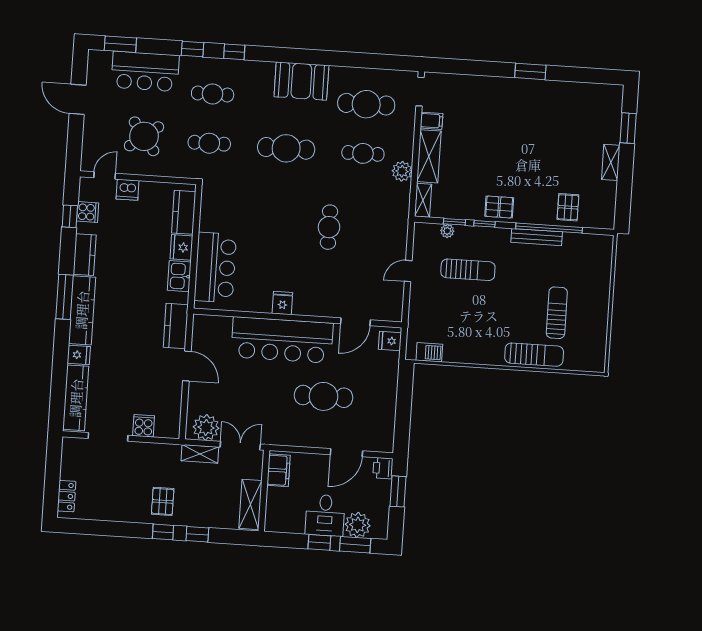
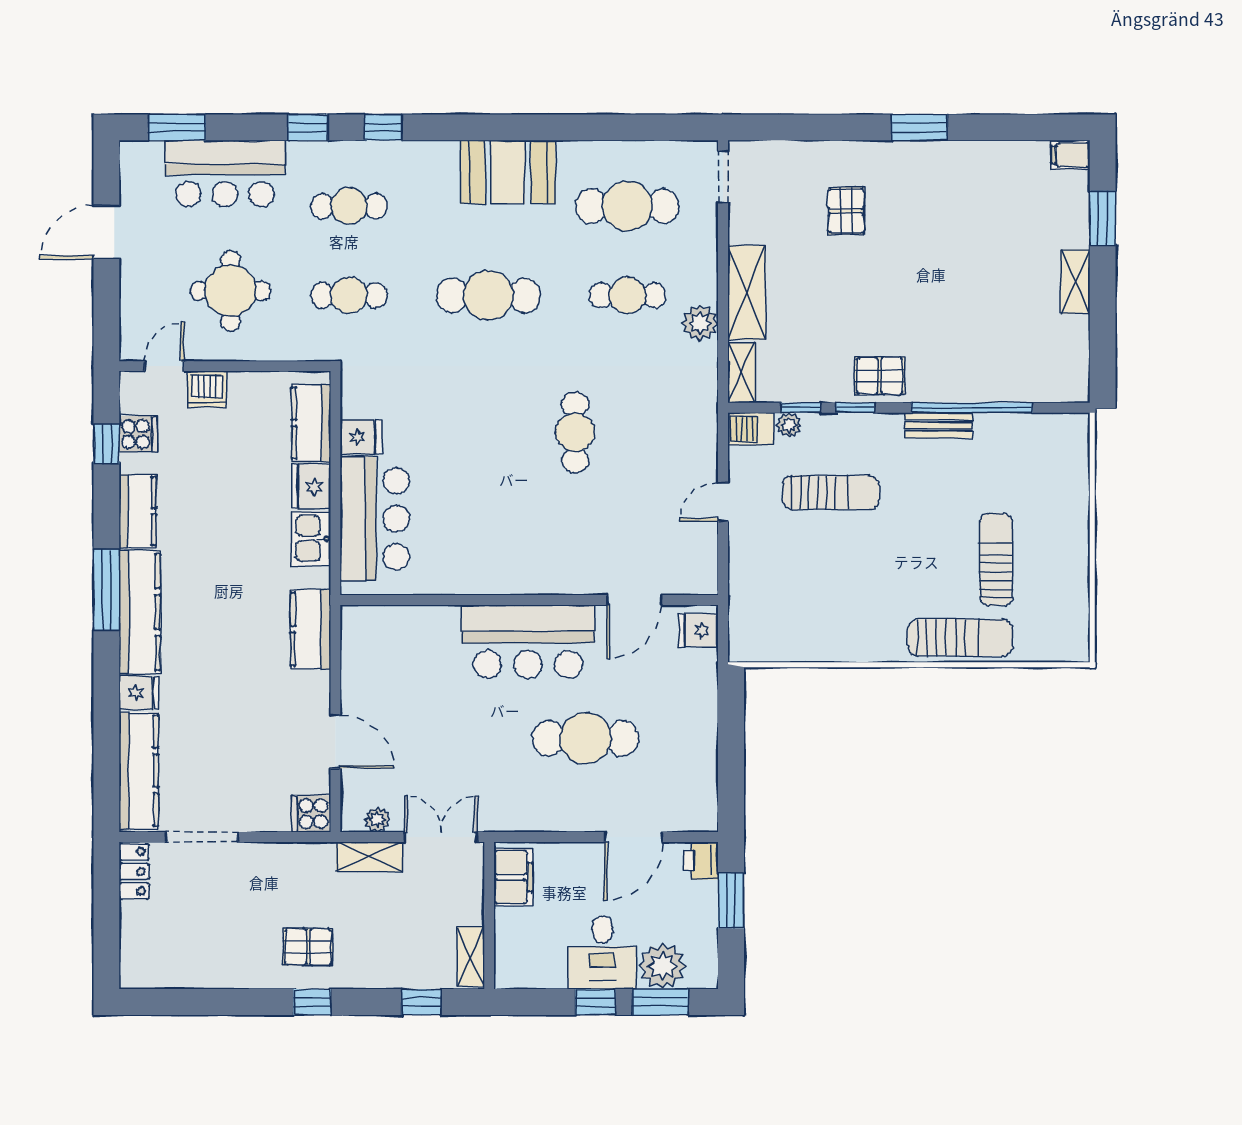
door: (78, 99) -> (106, 232), hinge flipped
filing cabinet: (432, 121) -> (1070, 155), moved, turned 180
round table: (144, 136) -> (231, 291), turned 37
pallet: (568, 207) -> (846, 211), moved
bench: (537, 237) -> (938, 425), width x0.73
fridge: (282, 303) -> (361, 437), moved, turned 90
bar counter: (282, 340) -> (528, 642), width x0.73
barbecue: (429, 352) -> (751, 429), moved, turned 180
door: (187, 366) -> (335, 741), moved
cooker: (144, 426) -> (311, 814), moved, turned -90
plant: (206, 428) -> (377, 820), width x0.53, depth x0.53
locker: (67, 496) -> (134, 871), moved
pallet: (163, 501) -> (308, 947), turned 90
shelving: (250, 504) -> (471, 957), width x0.67, depth x0.75
window: (197, 534) -> (421, 1002), moved

